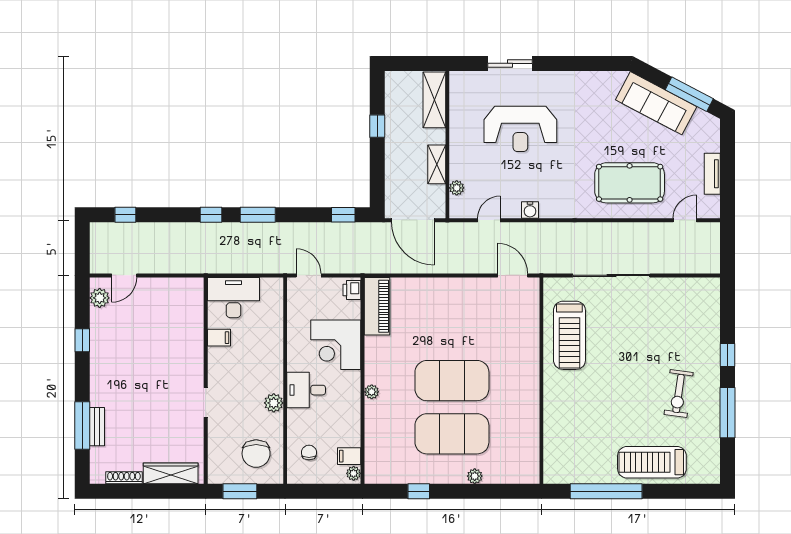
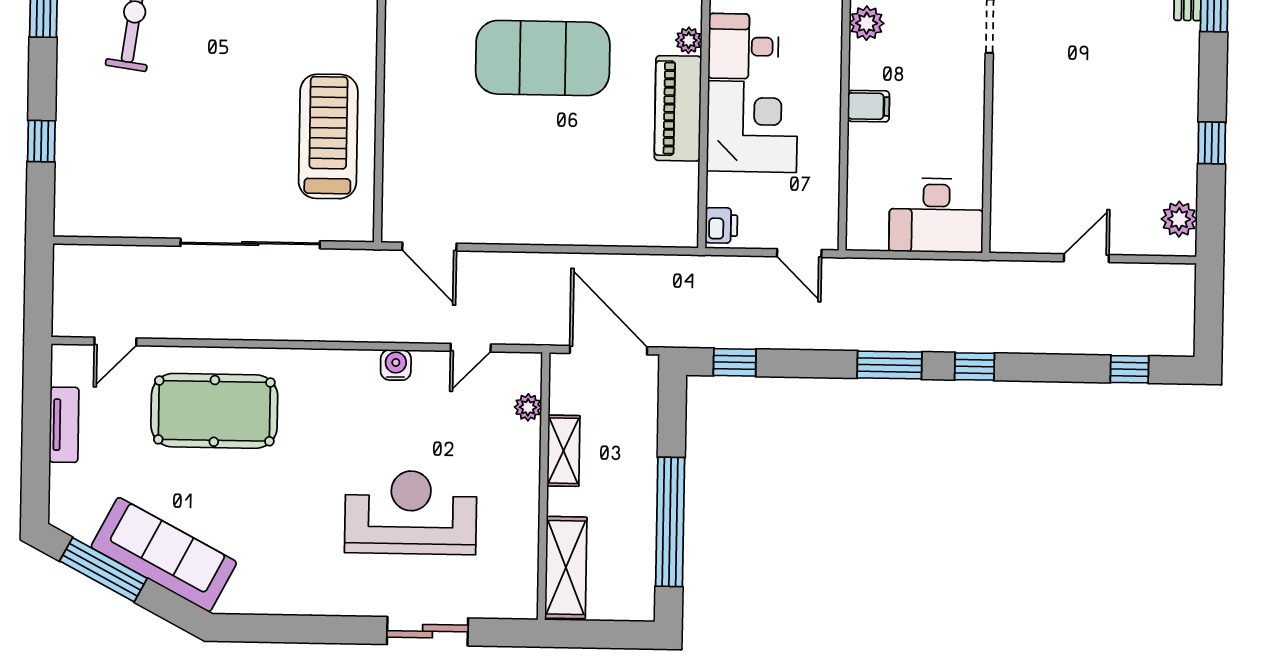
window: (377, 126) -> (670, 522), width x3.17
door: (124, 275) -> (1086, 258), moved
piano: (377, 306) -> (678, 108), moved
filing cabinet: (219, 338) -> (869, 106), moved, turned 180
window: (728, 355) -> (41, 141), moved
desk: (306, 390) -> (743, 46), moved, turned 180

